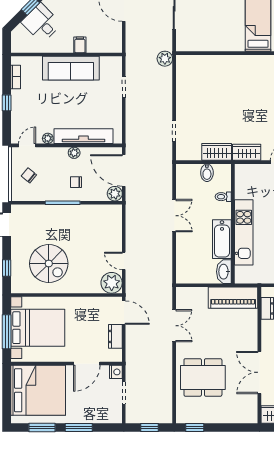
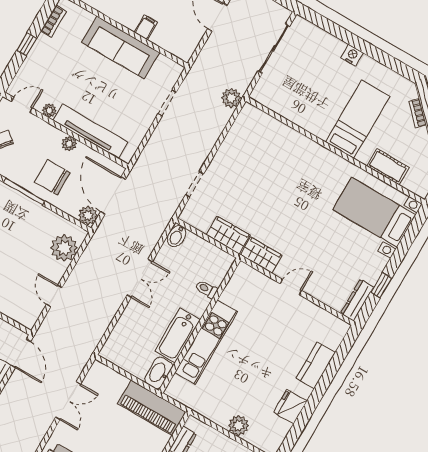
bidet: (207, 173) -> (177, 236), moved
chair: (76, 182) -> (52, 177), width x1.87, depth x1.87
plant: (112, 283) -> (64, 248), moved

